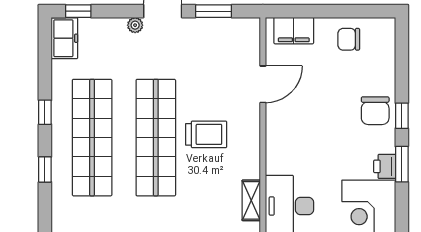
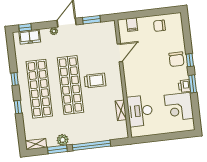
filing cabinet: (294, 31) -> (132, 25), width x0.50
freezer: (64, 38) -> (30, 37), moved, turned 90

